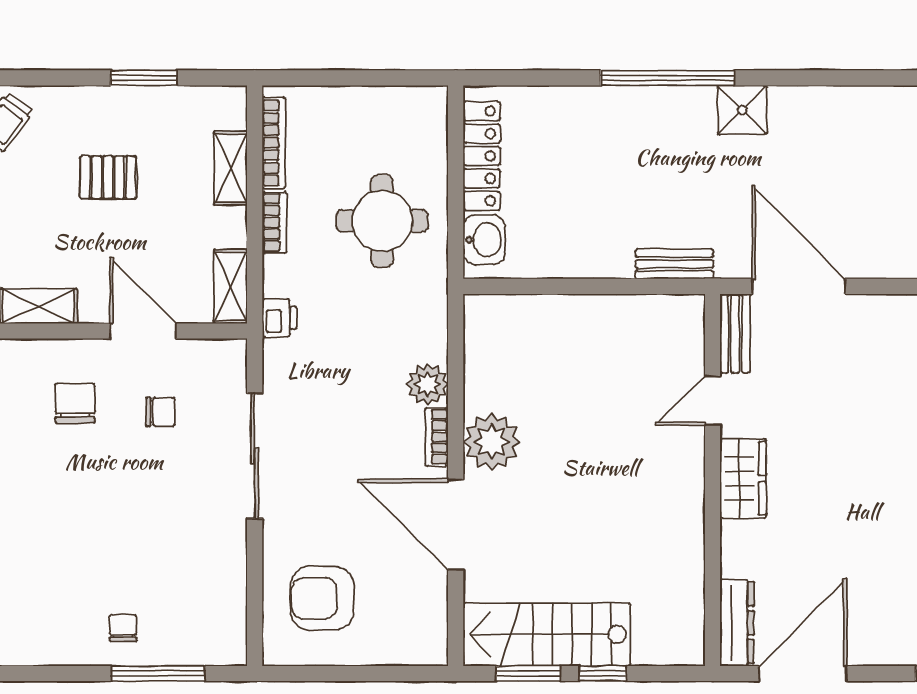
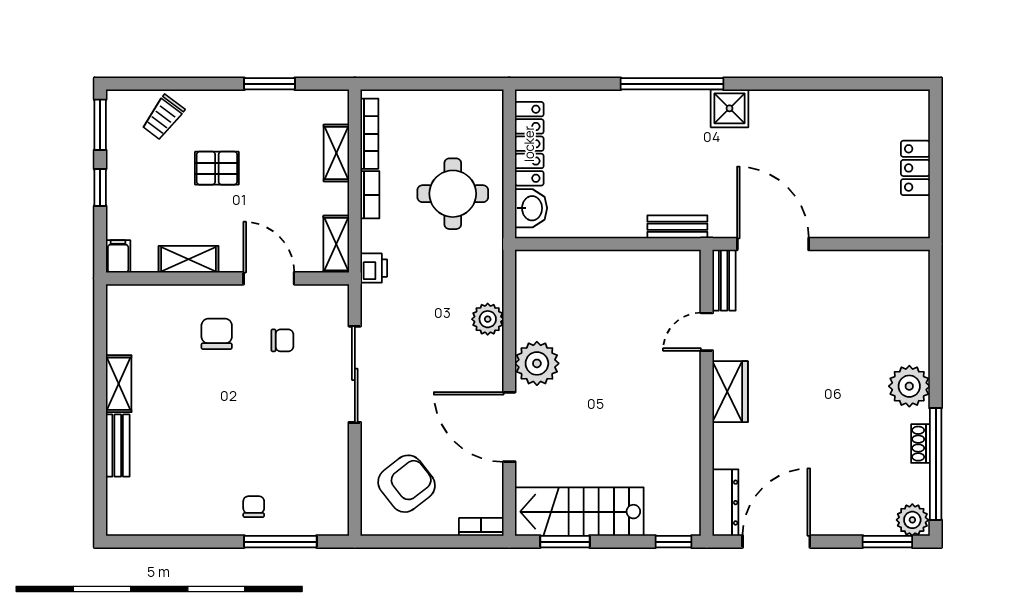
pallet: (108, 177) -> (217, 168), moved
bookcase: (437, 437) -> (481, 527), moved, turned 90
armchair: (322, 598) -> (407, 484), turned 142
window: (603, 673) -> (674, 542), moved

